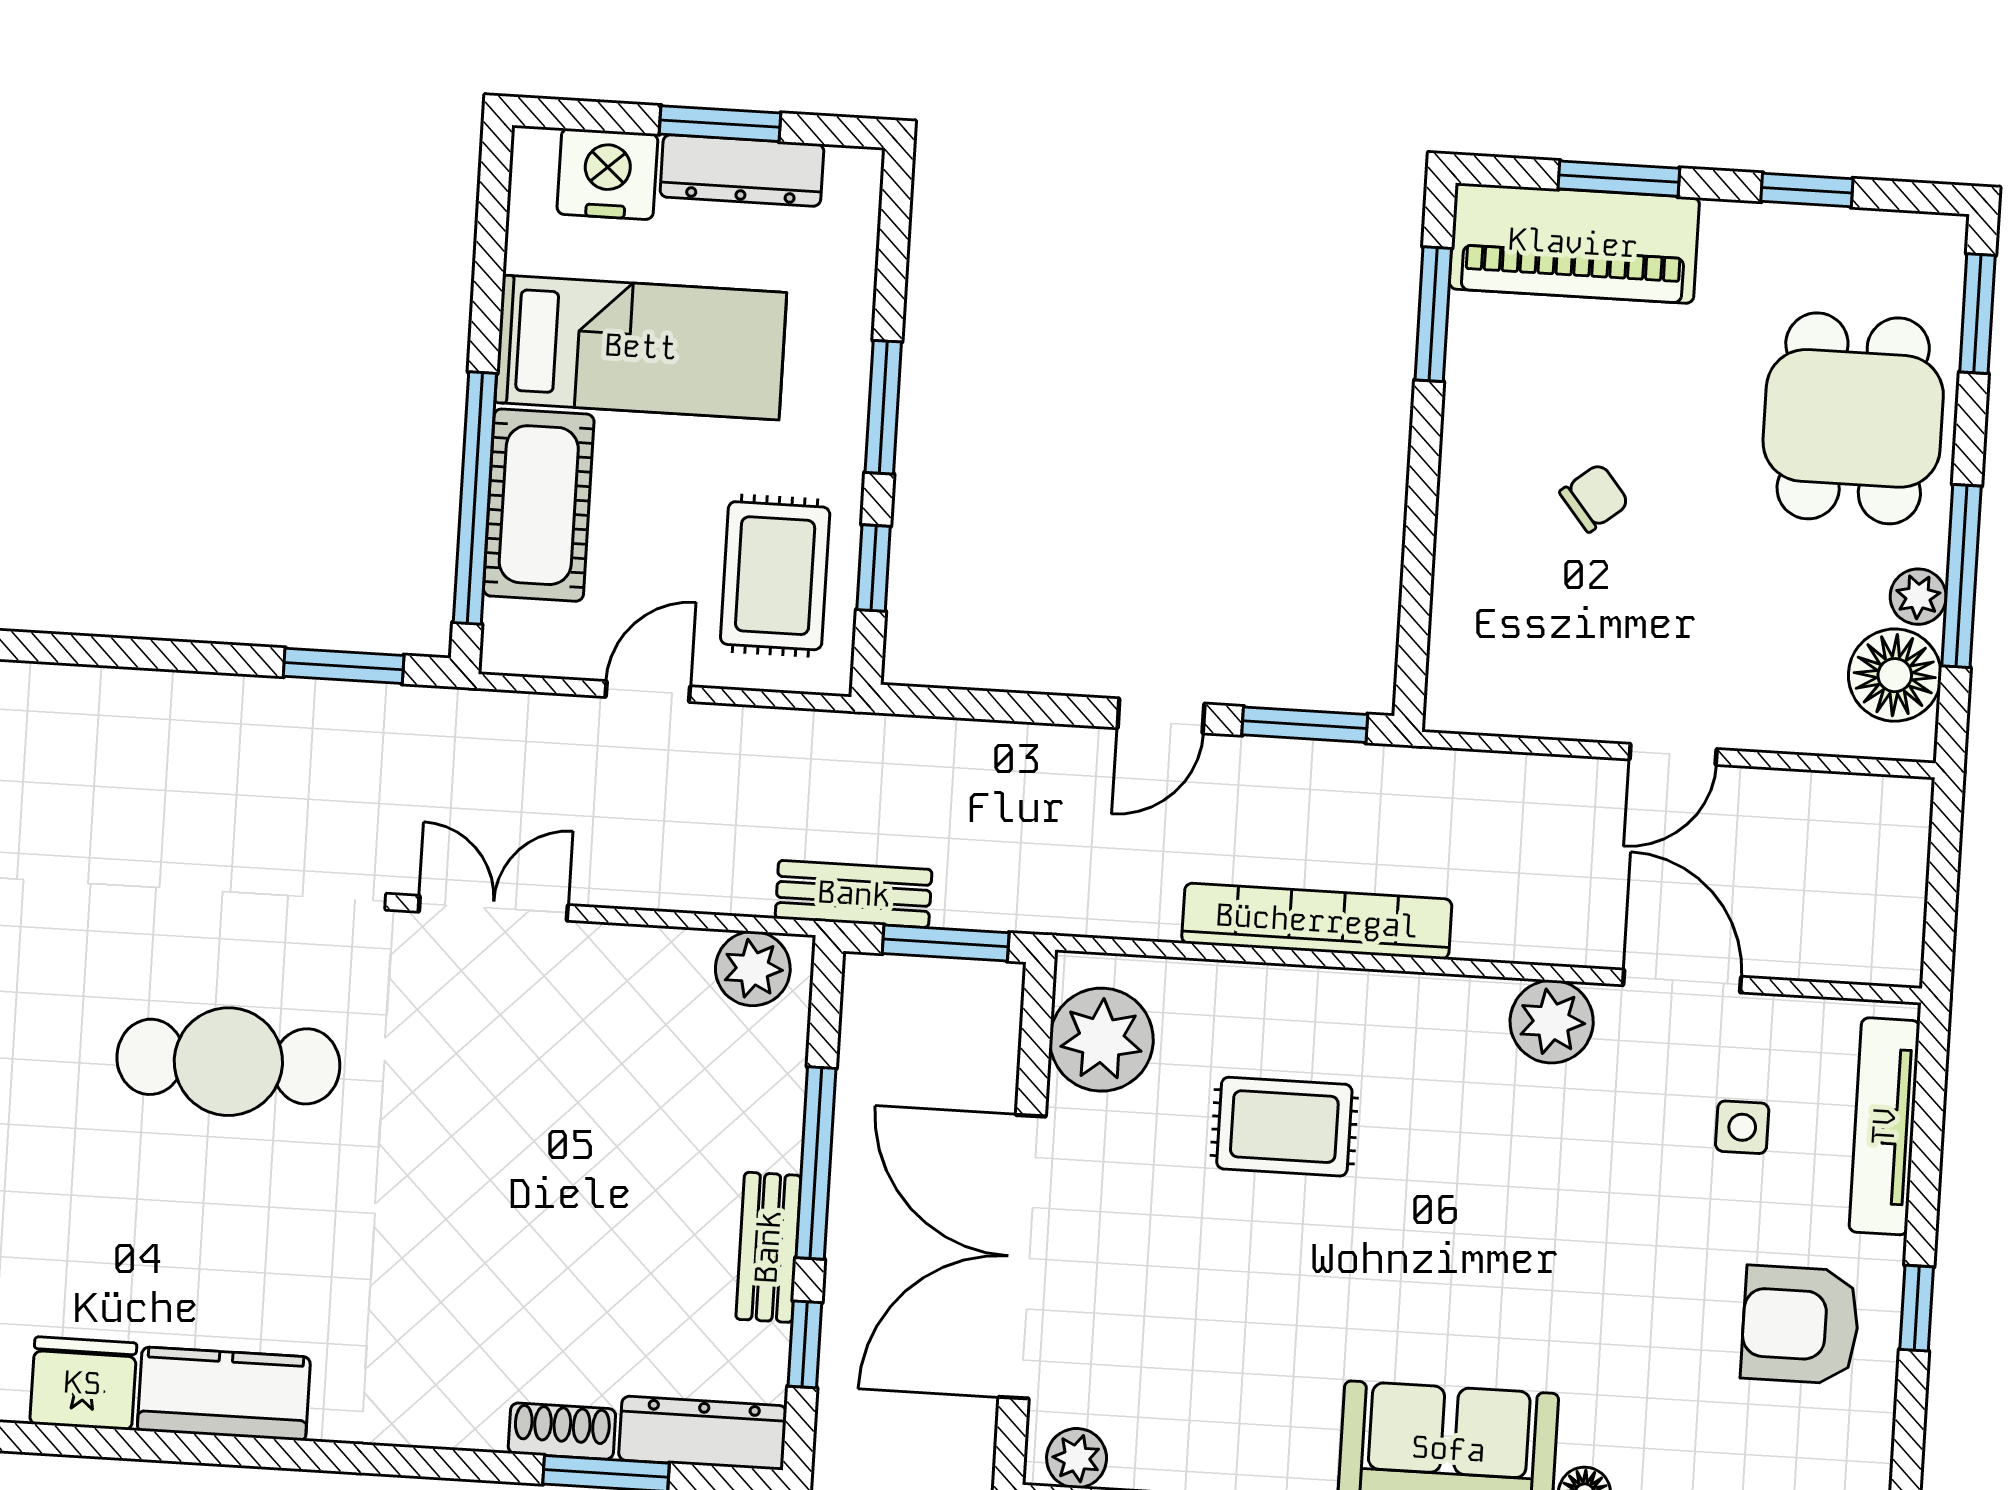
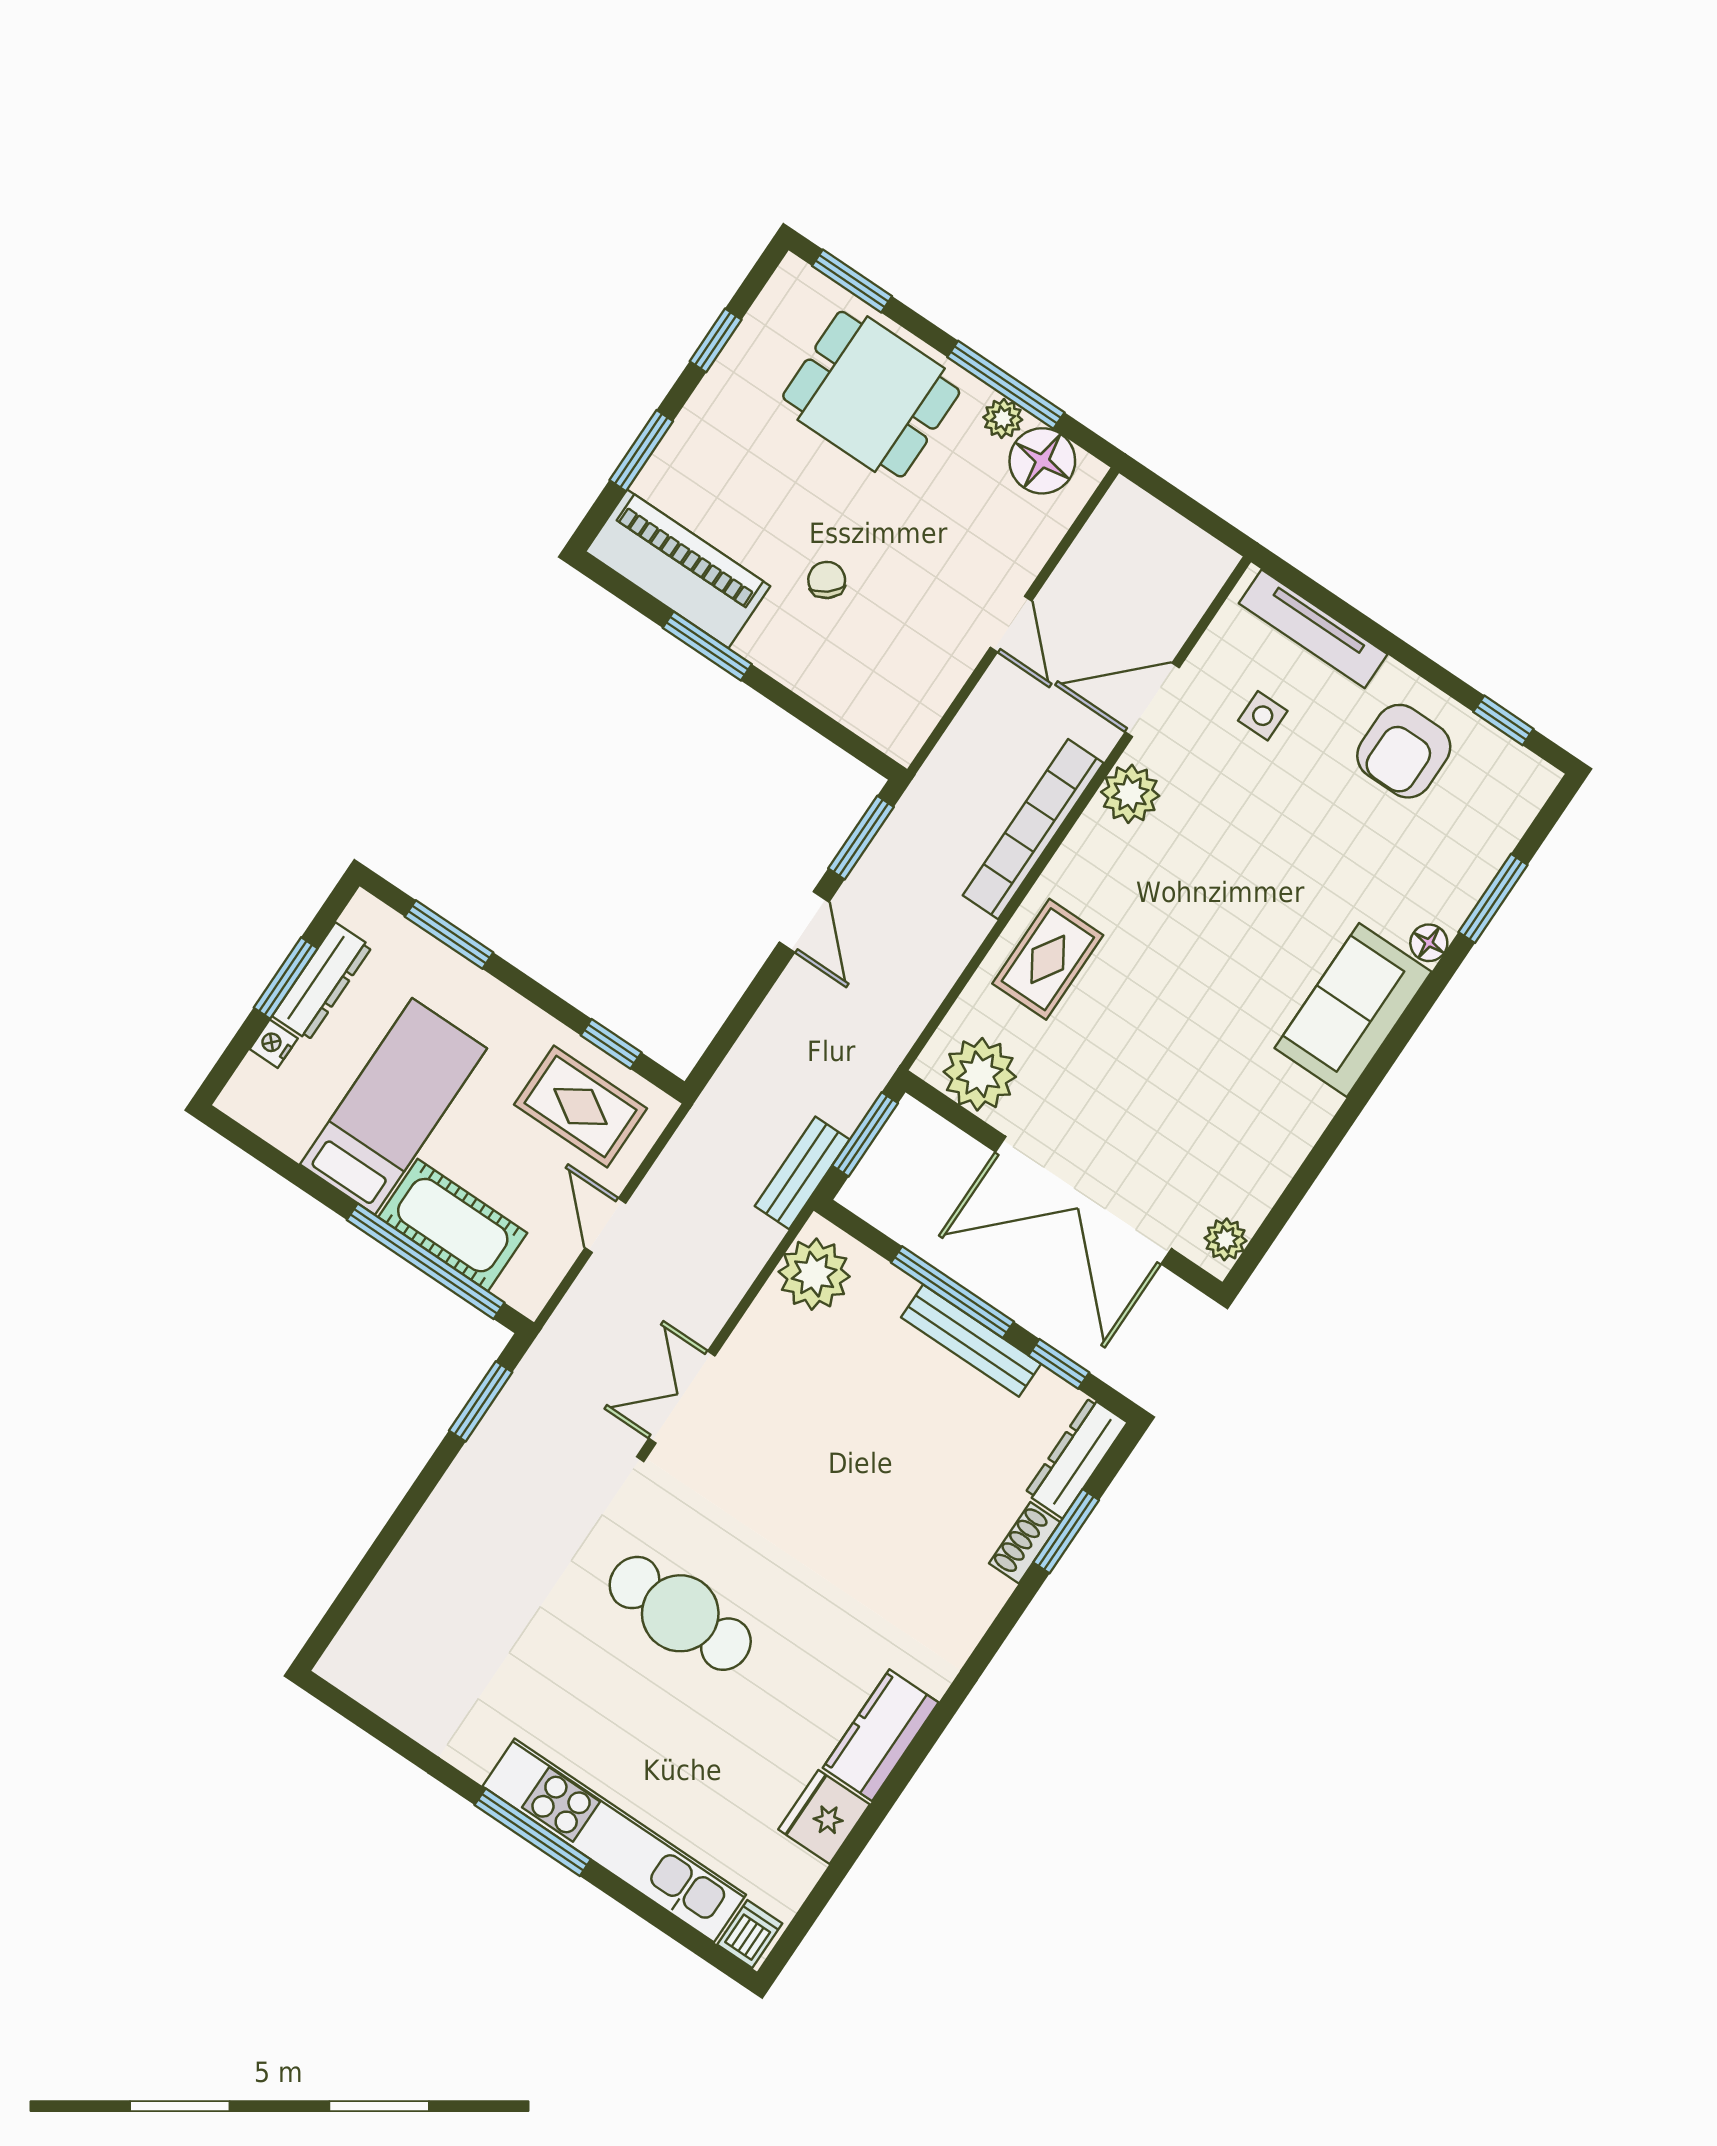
nightstand: (607, 174) -> (274, 1044), width x0.53, depth x0.56
piano: (1574, 243) -> (678, 569), moved, turned -90
window: (1433, 314) -> (707, 646), moved
window: (883, 407) -> (449, 935), moved
bookcase: (1317, 921) -> (1033, 829), moved
plant: (753, 969) -> (814, 1274), width x1.36, depth x1.36
cafe table: (228, 1062) -> (680, 1613), turned 90
rug: (1284, 1127) -> (1048, 959), moved
bench: (768, 1247) -> (971, 1341), width x1.36
window: (1917, 1308) -> (1503, 720), moved

